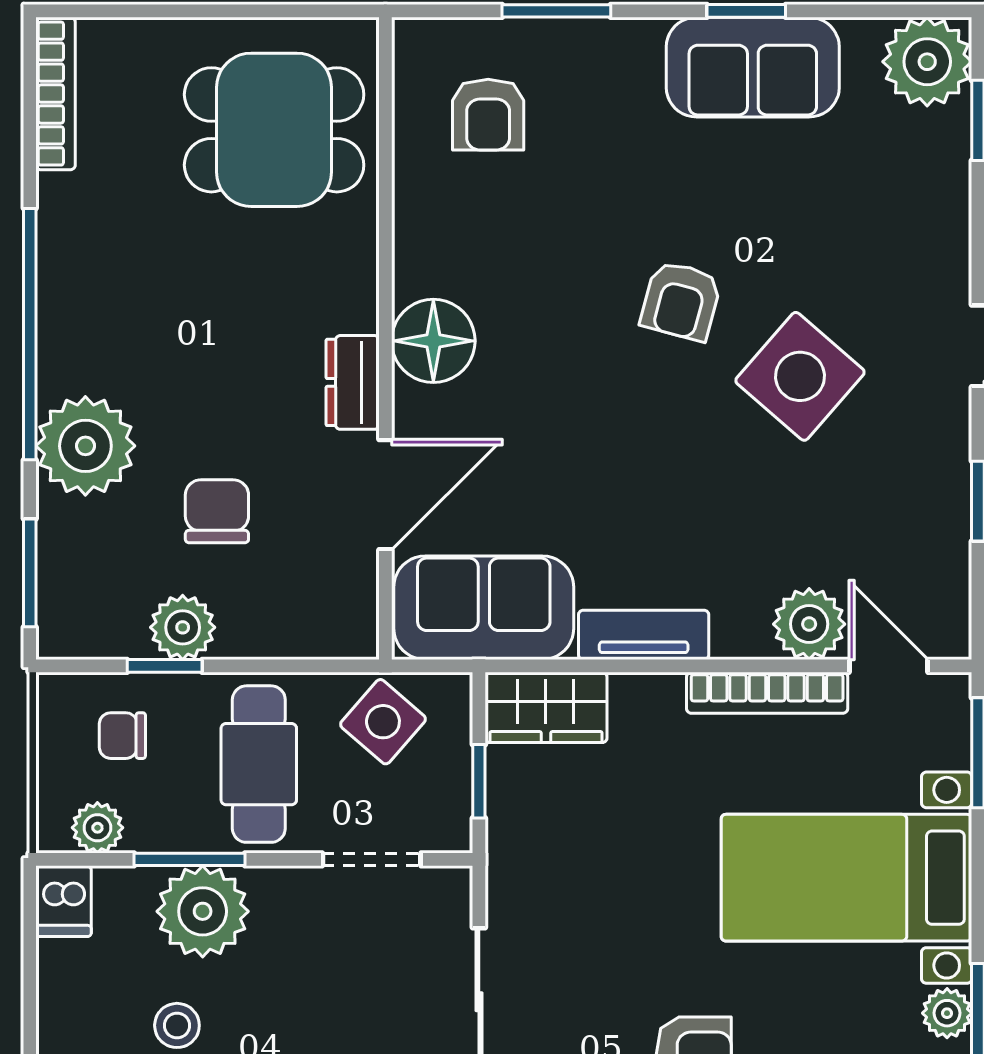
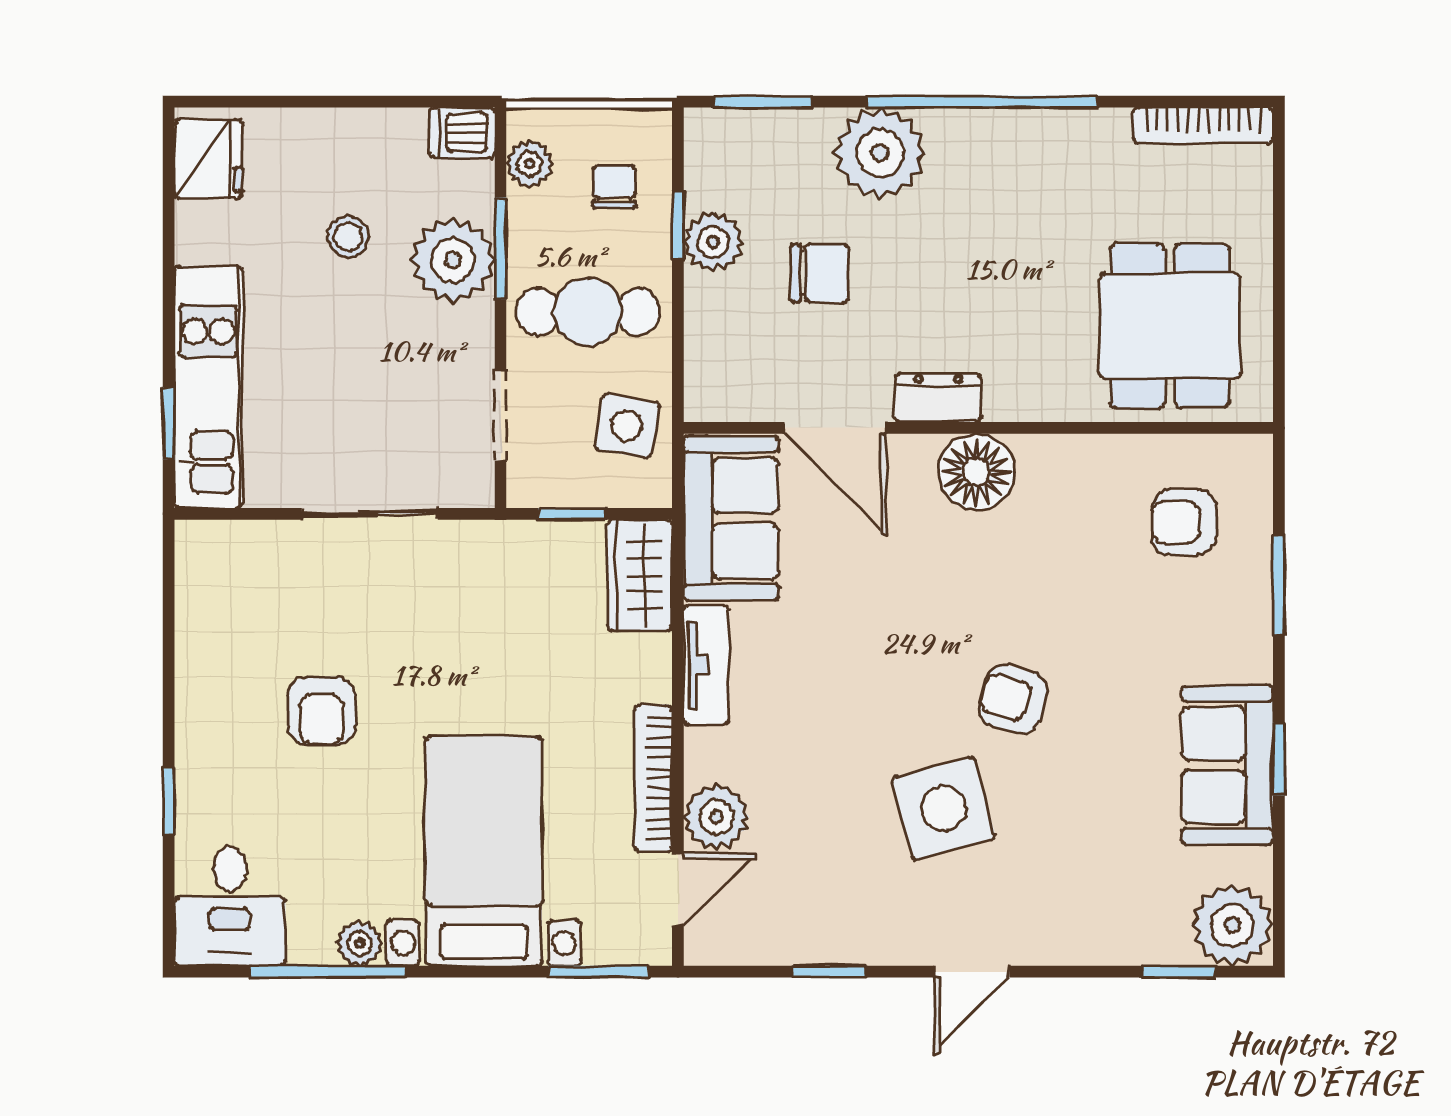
side table: (800, 376) -> (944, 808), turned 34
side table: (383, 722) -> (627, 426), turned -31

